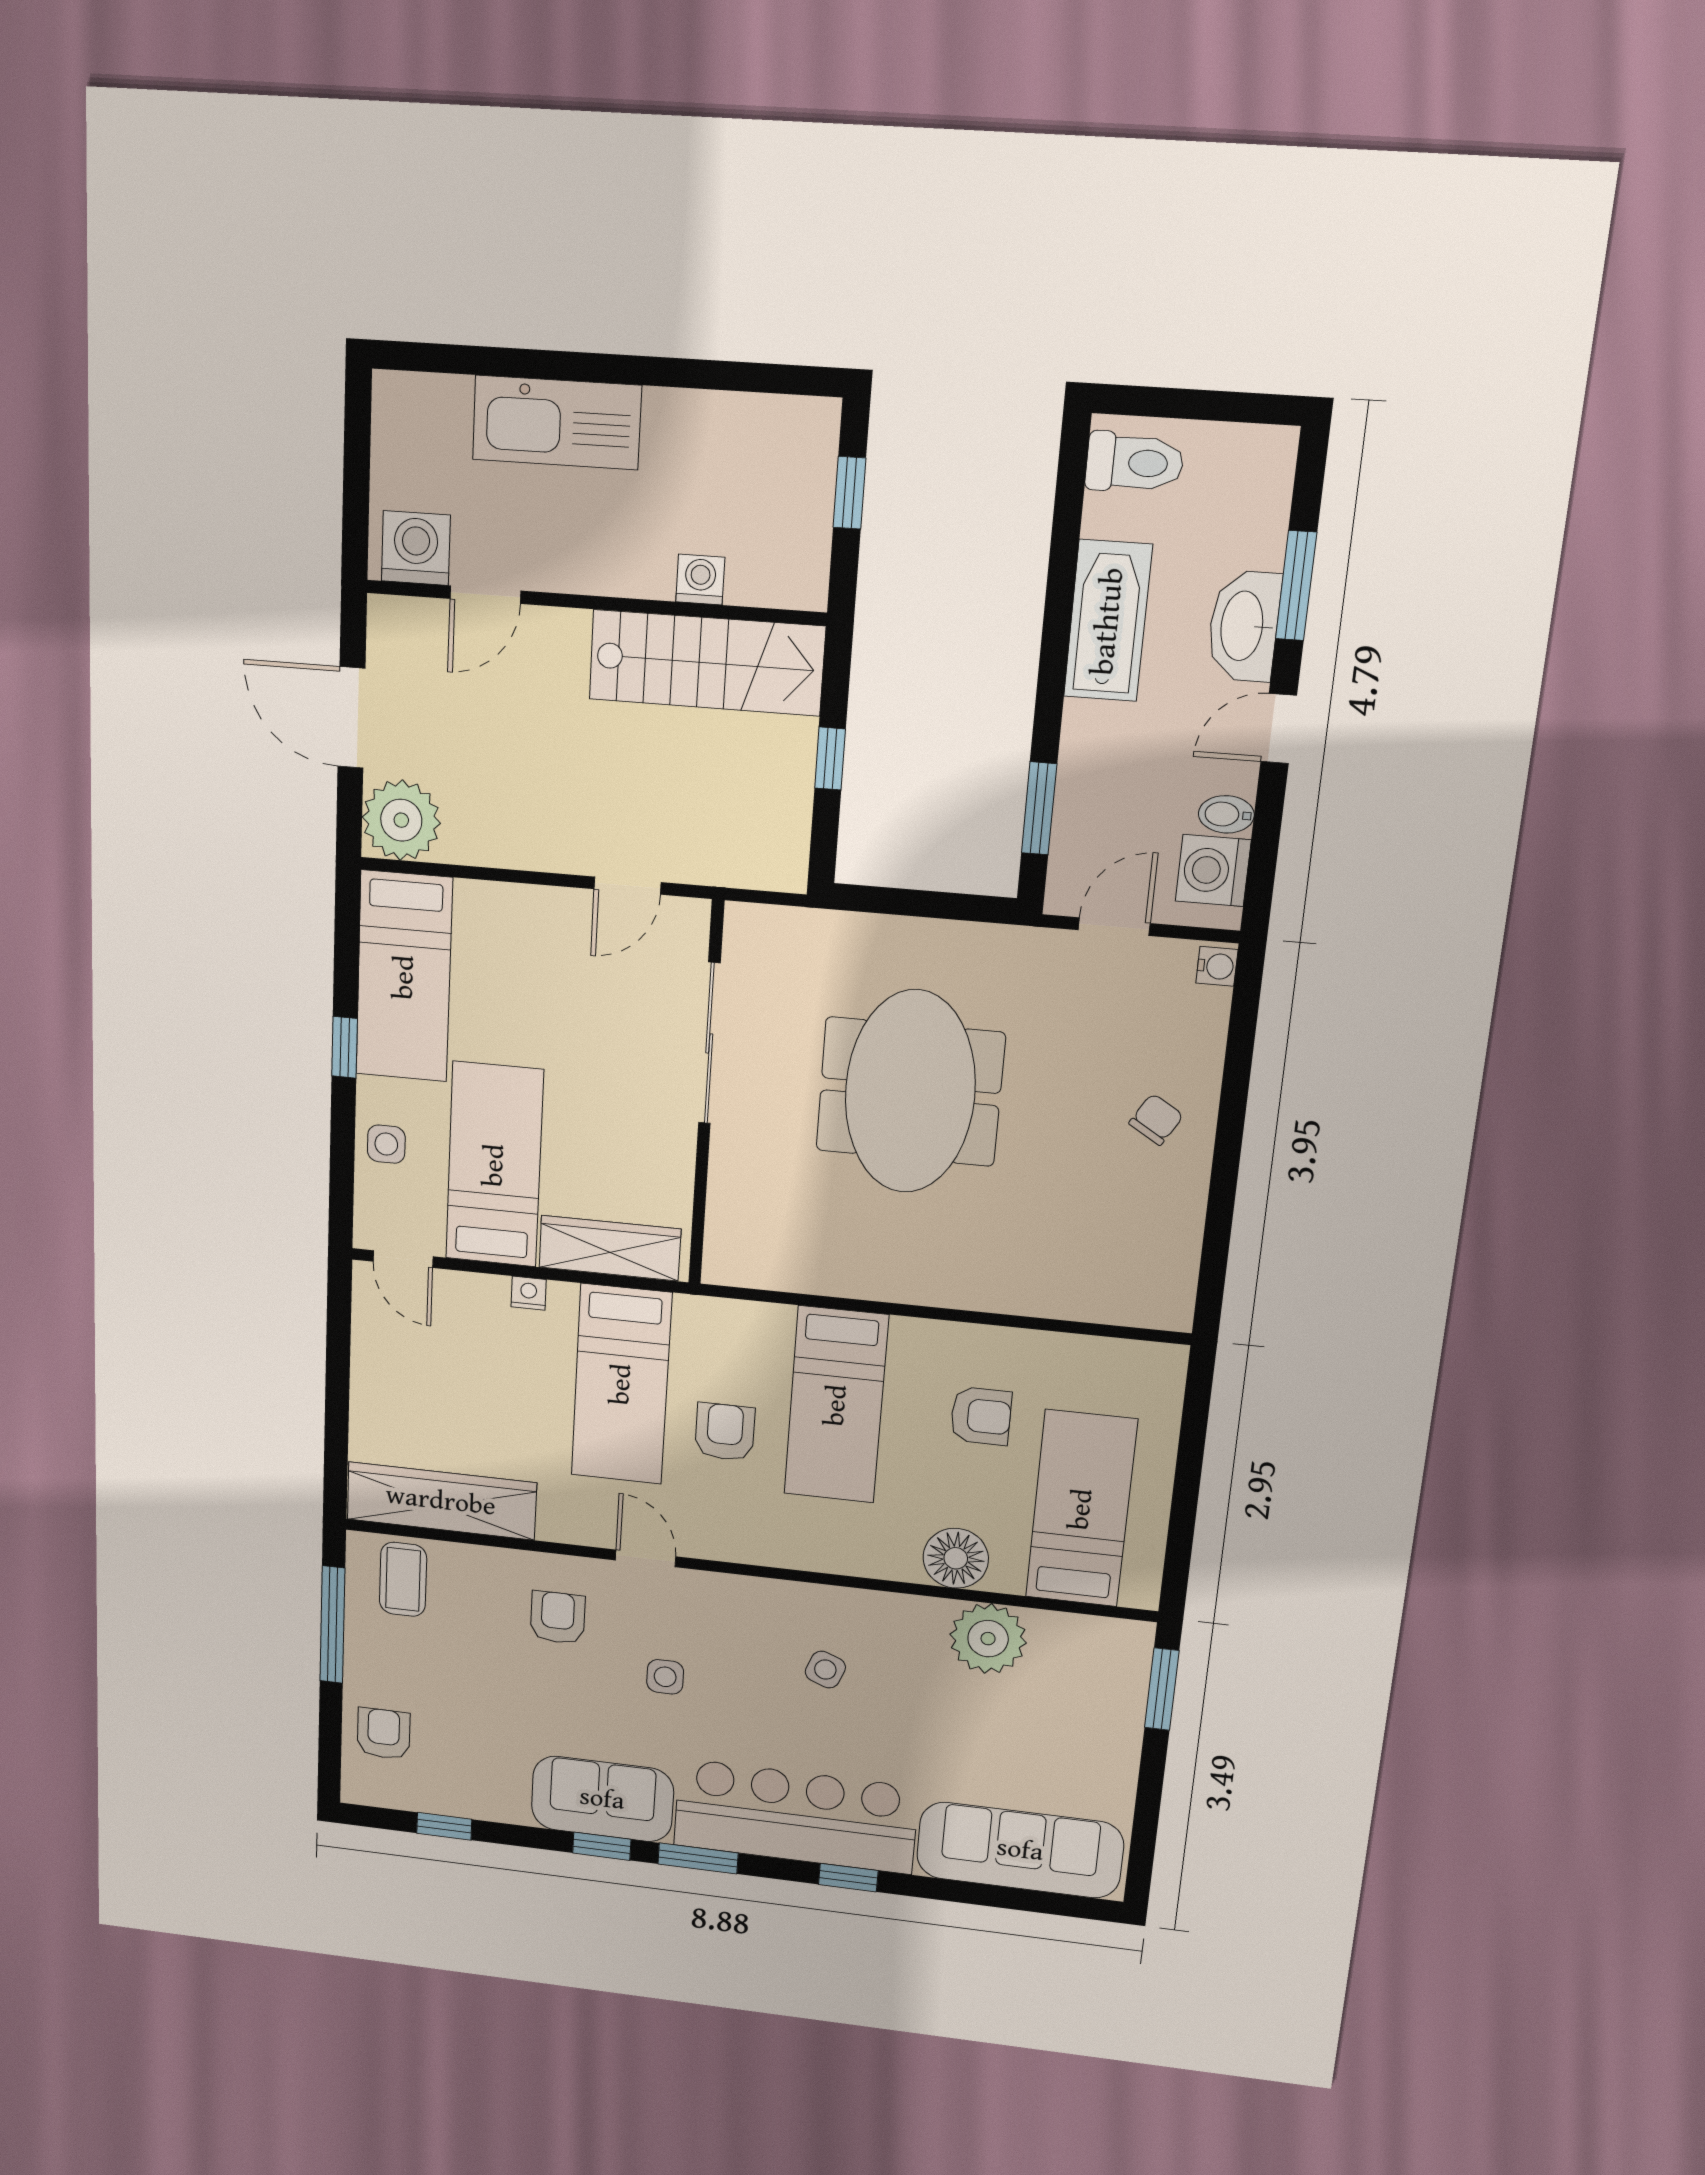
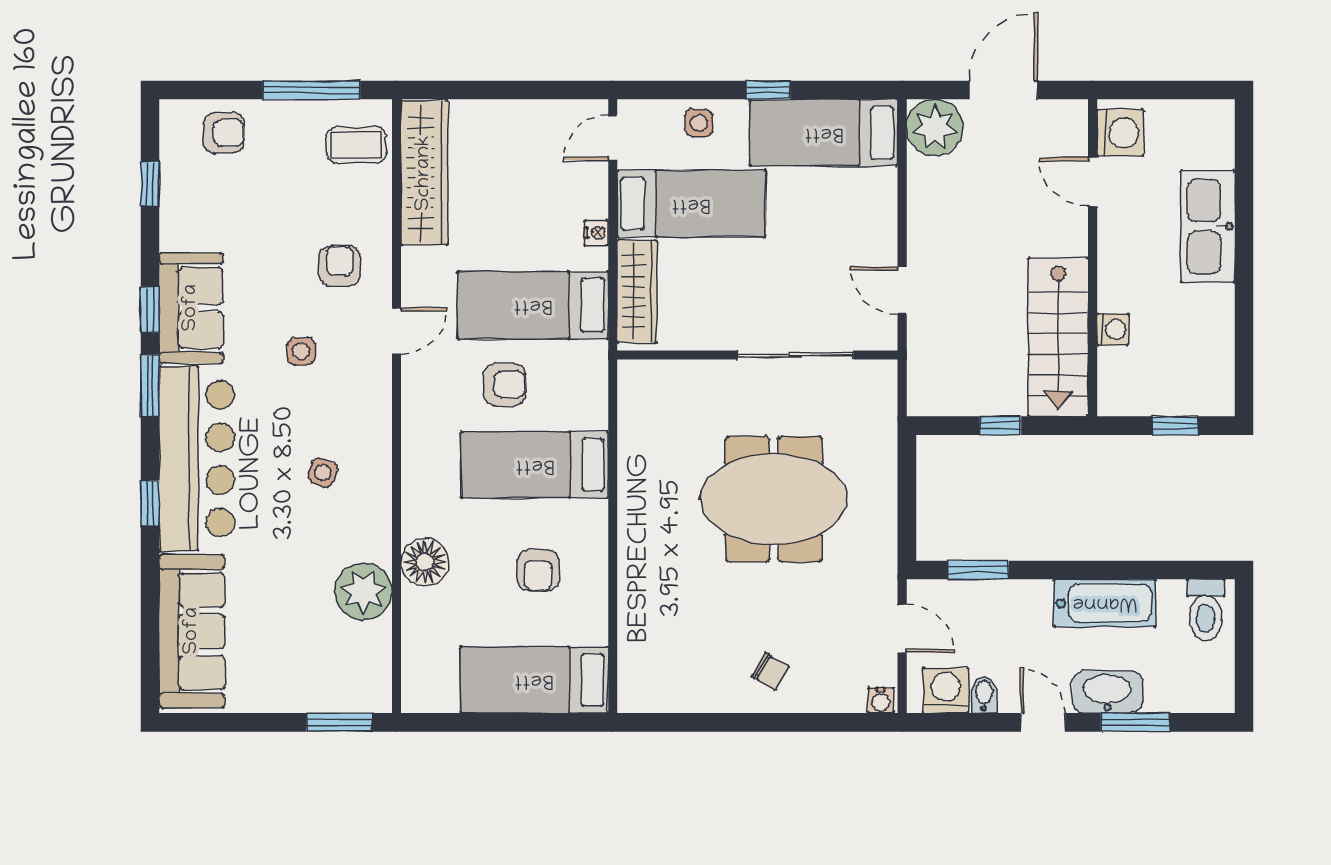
bed: (1081, 1509) -> (534, 680), moved, turned 180
armchair: (558, 1618) -> (340, 266), turned -90

